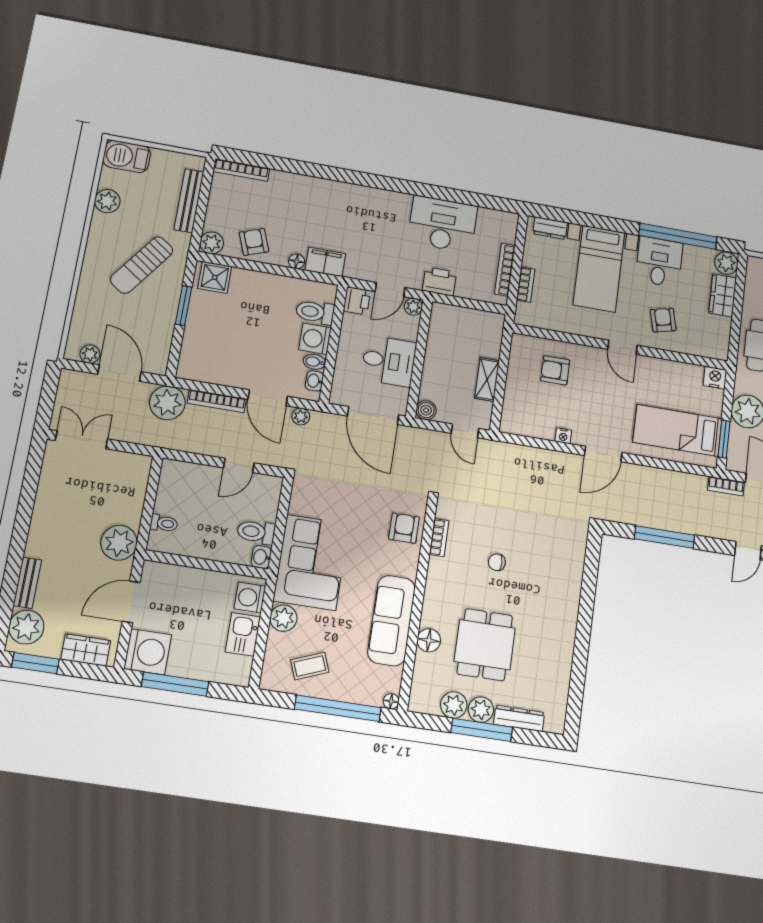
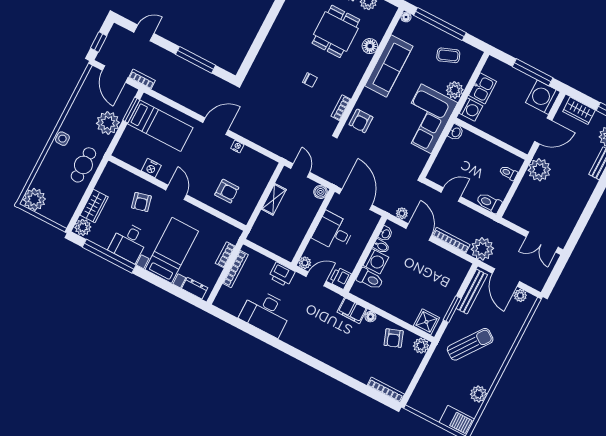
bench: (189, 201) -> (472, 292), moved
nightstand: (715, 378) -> (151, 168), moved
toilet: (256, 532) -> (489, 203), moved, turned 180

